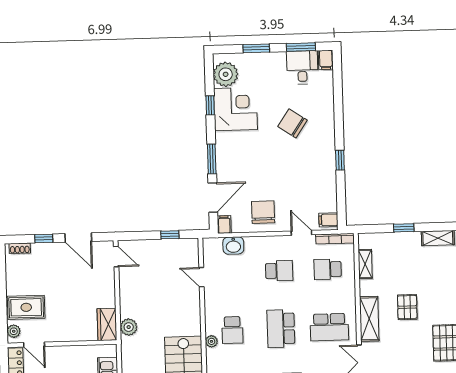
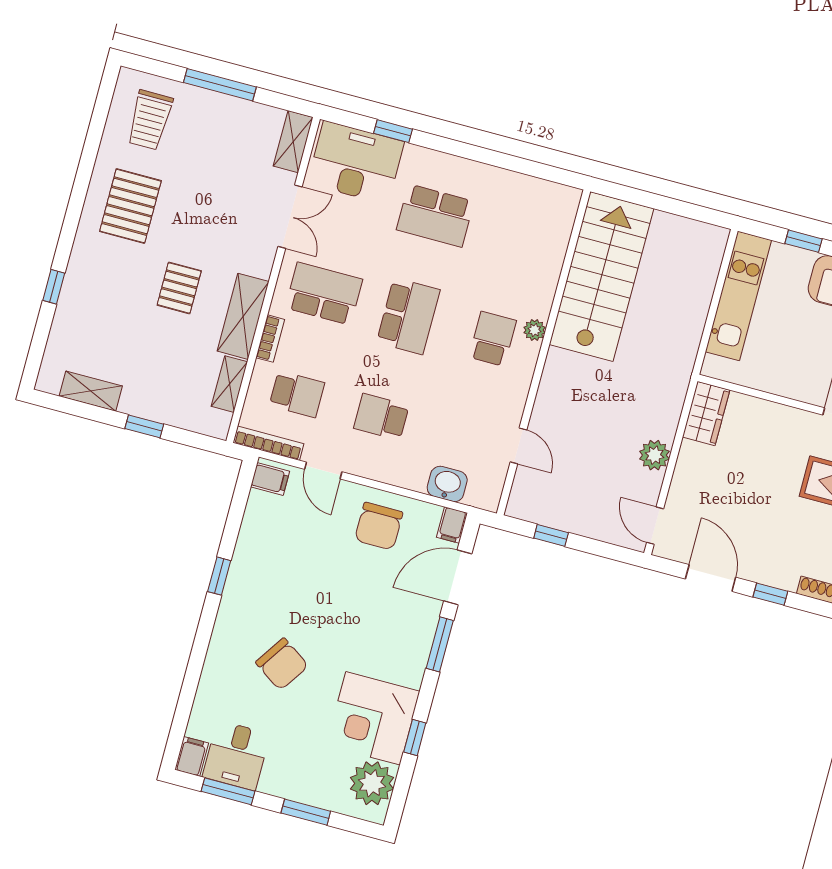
bookcase: (351, 295) -> (270, 339), added
shelving: (369, 319) -> (243, 316), moved
plant: (129, 327) -> (654, 455), moved

